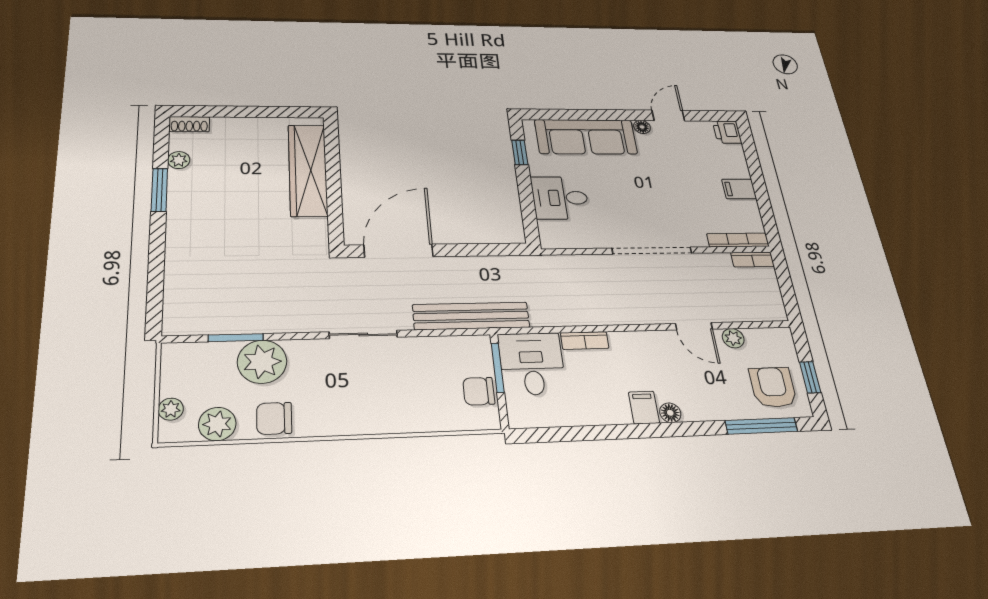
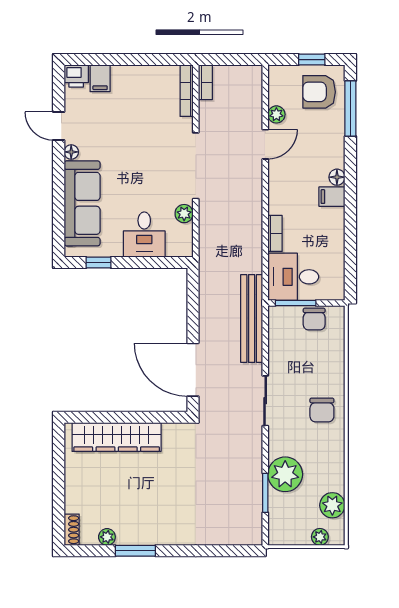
filing cabinet: (739, 189) -> (100, 78), moved
plant: (592, 239) -> (184, 214), added
chair: (274, 418) -> (322, 410), moved

